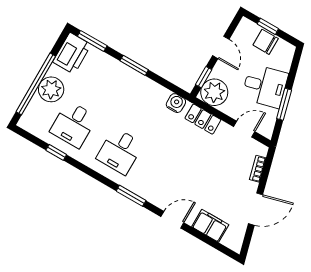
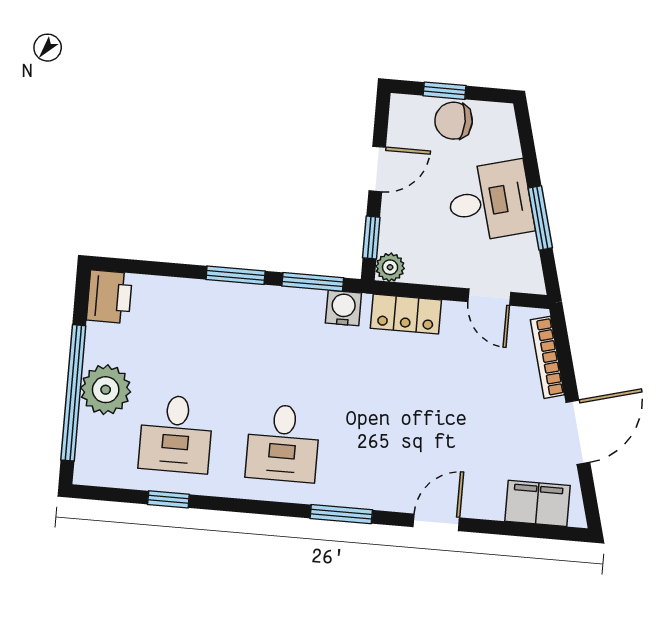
window: (92, 41) -> (313, 282), moved
door: (221, 47) -> (377, 169), hinge flipped
printer: (72, 53) -> (109, 297), width x0.73, depth x0.84
plant: (214, 92) -> (390, 267), width x0.53, depth x0.53
door: (244, 129) -> (489, 297), swing flipped
bookcase: (258, 169) -> (547, 357), width x1.56
filing cabinet: (210, 226) -> (537, 503), moved

